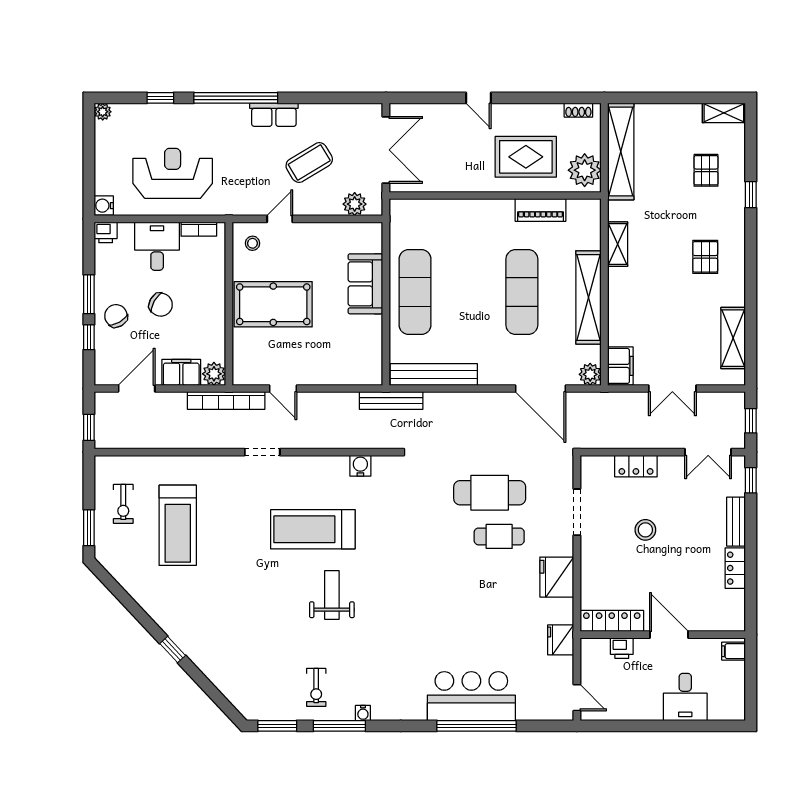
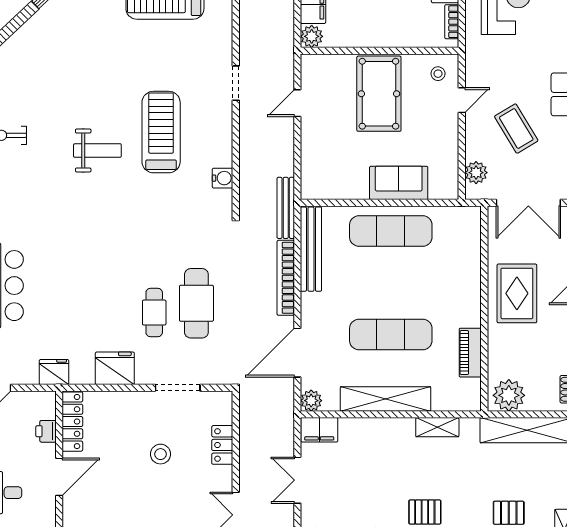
rug: (526, 157) -> (517, 293), moved
door: (280, 219) -> (462, 100), hinge flipped
bookcase: (226, 401) -> (286, 278), moved

